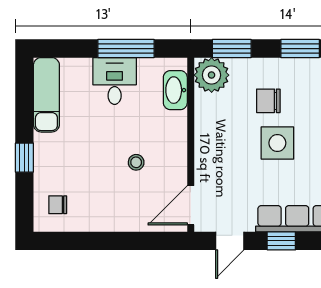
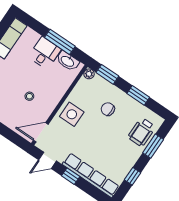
plant: (212, 75) -> (89, 74), width x0.53, depth x0.53
washbasin: (175, 90) -> (68, 61), moved, turned -90
side table: (277, 143) -> (72, 114), moved

